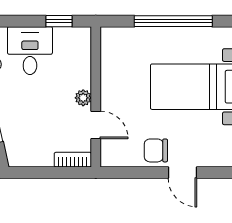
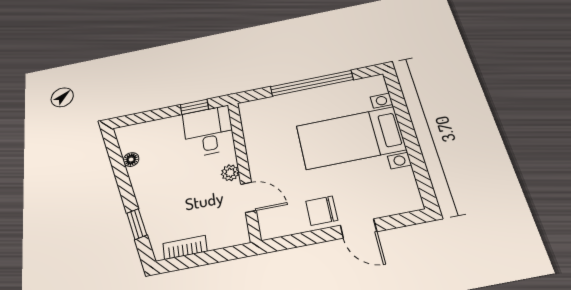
desk: (30, 51) -> (208, 131), moved
bookcase: (73, 160) -> (185, 247), moved

